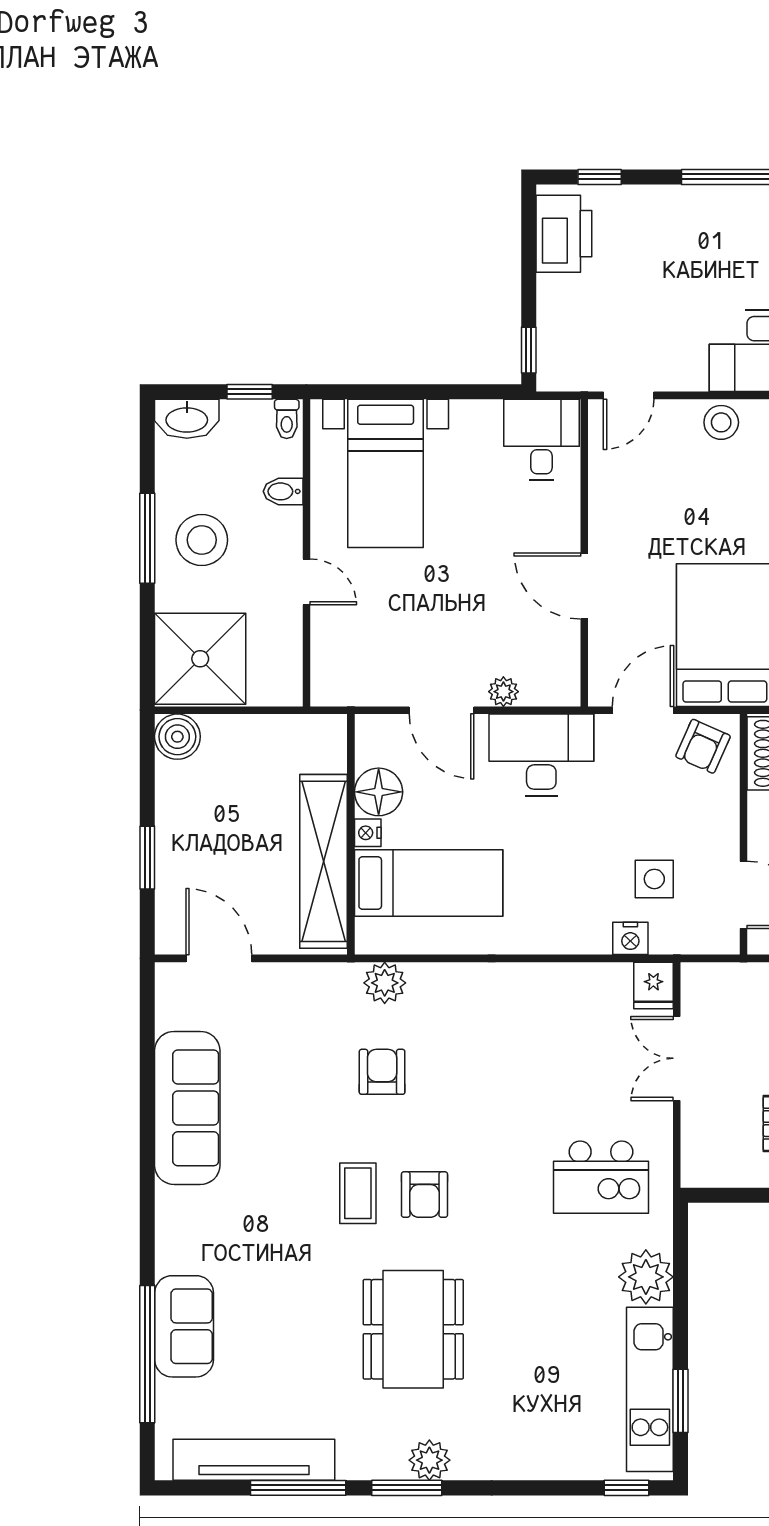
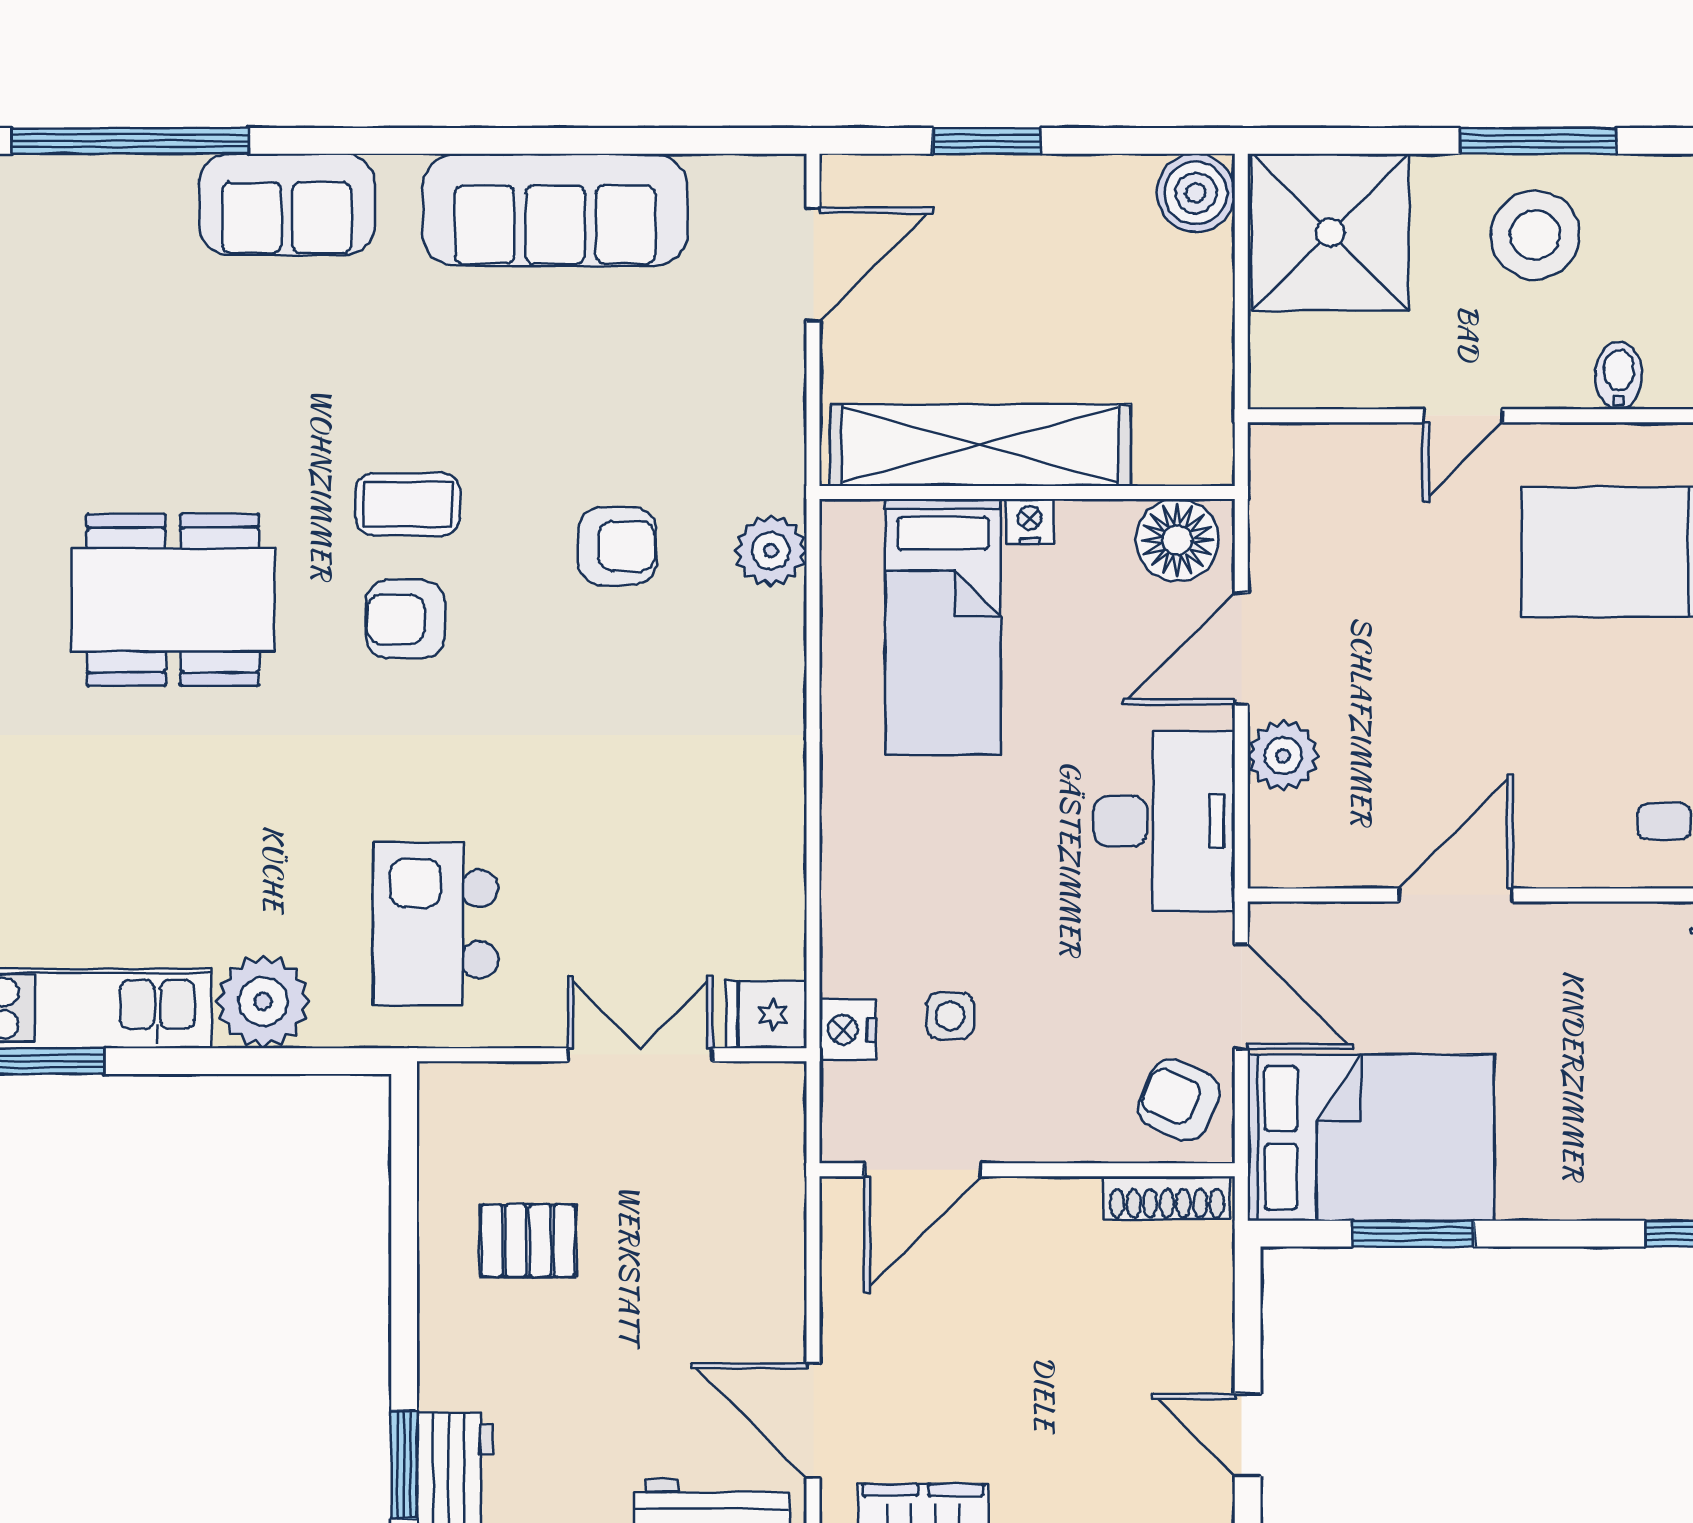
plant: (503, 692) -> (1283, 756), width x1.38, depth x1.38
floor lamp: (379, 792) -> (1177, 540), moved
side table: (654, 879) -> (950, 1016), width x0.73, depth x0.73
nightstand: (630, 938) -> (847, 1030), moved
sofa: (184, 1326) -> (287, 204), moved

